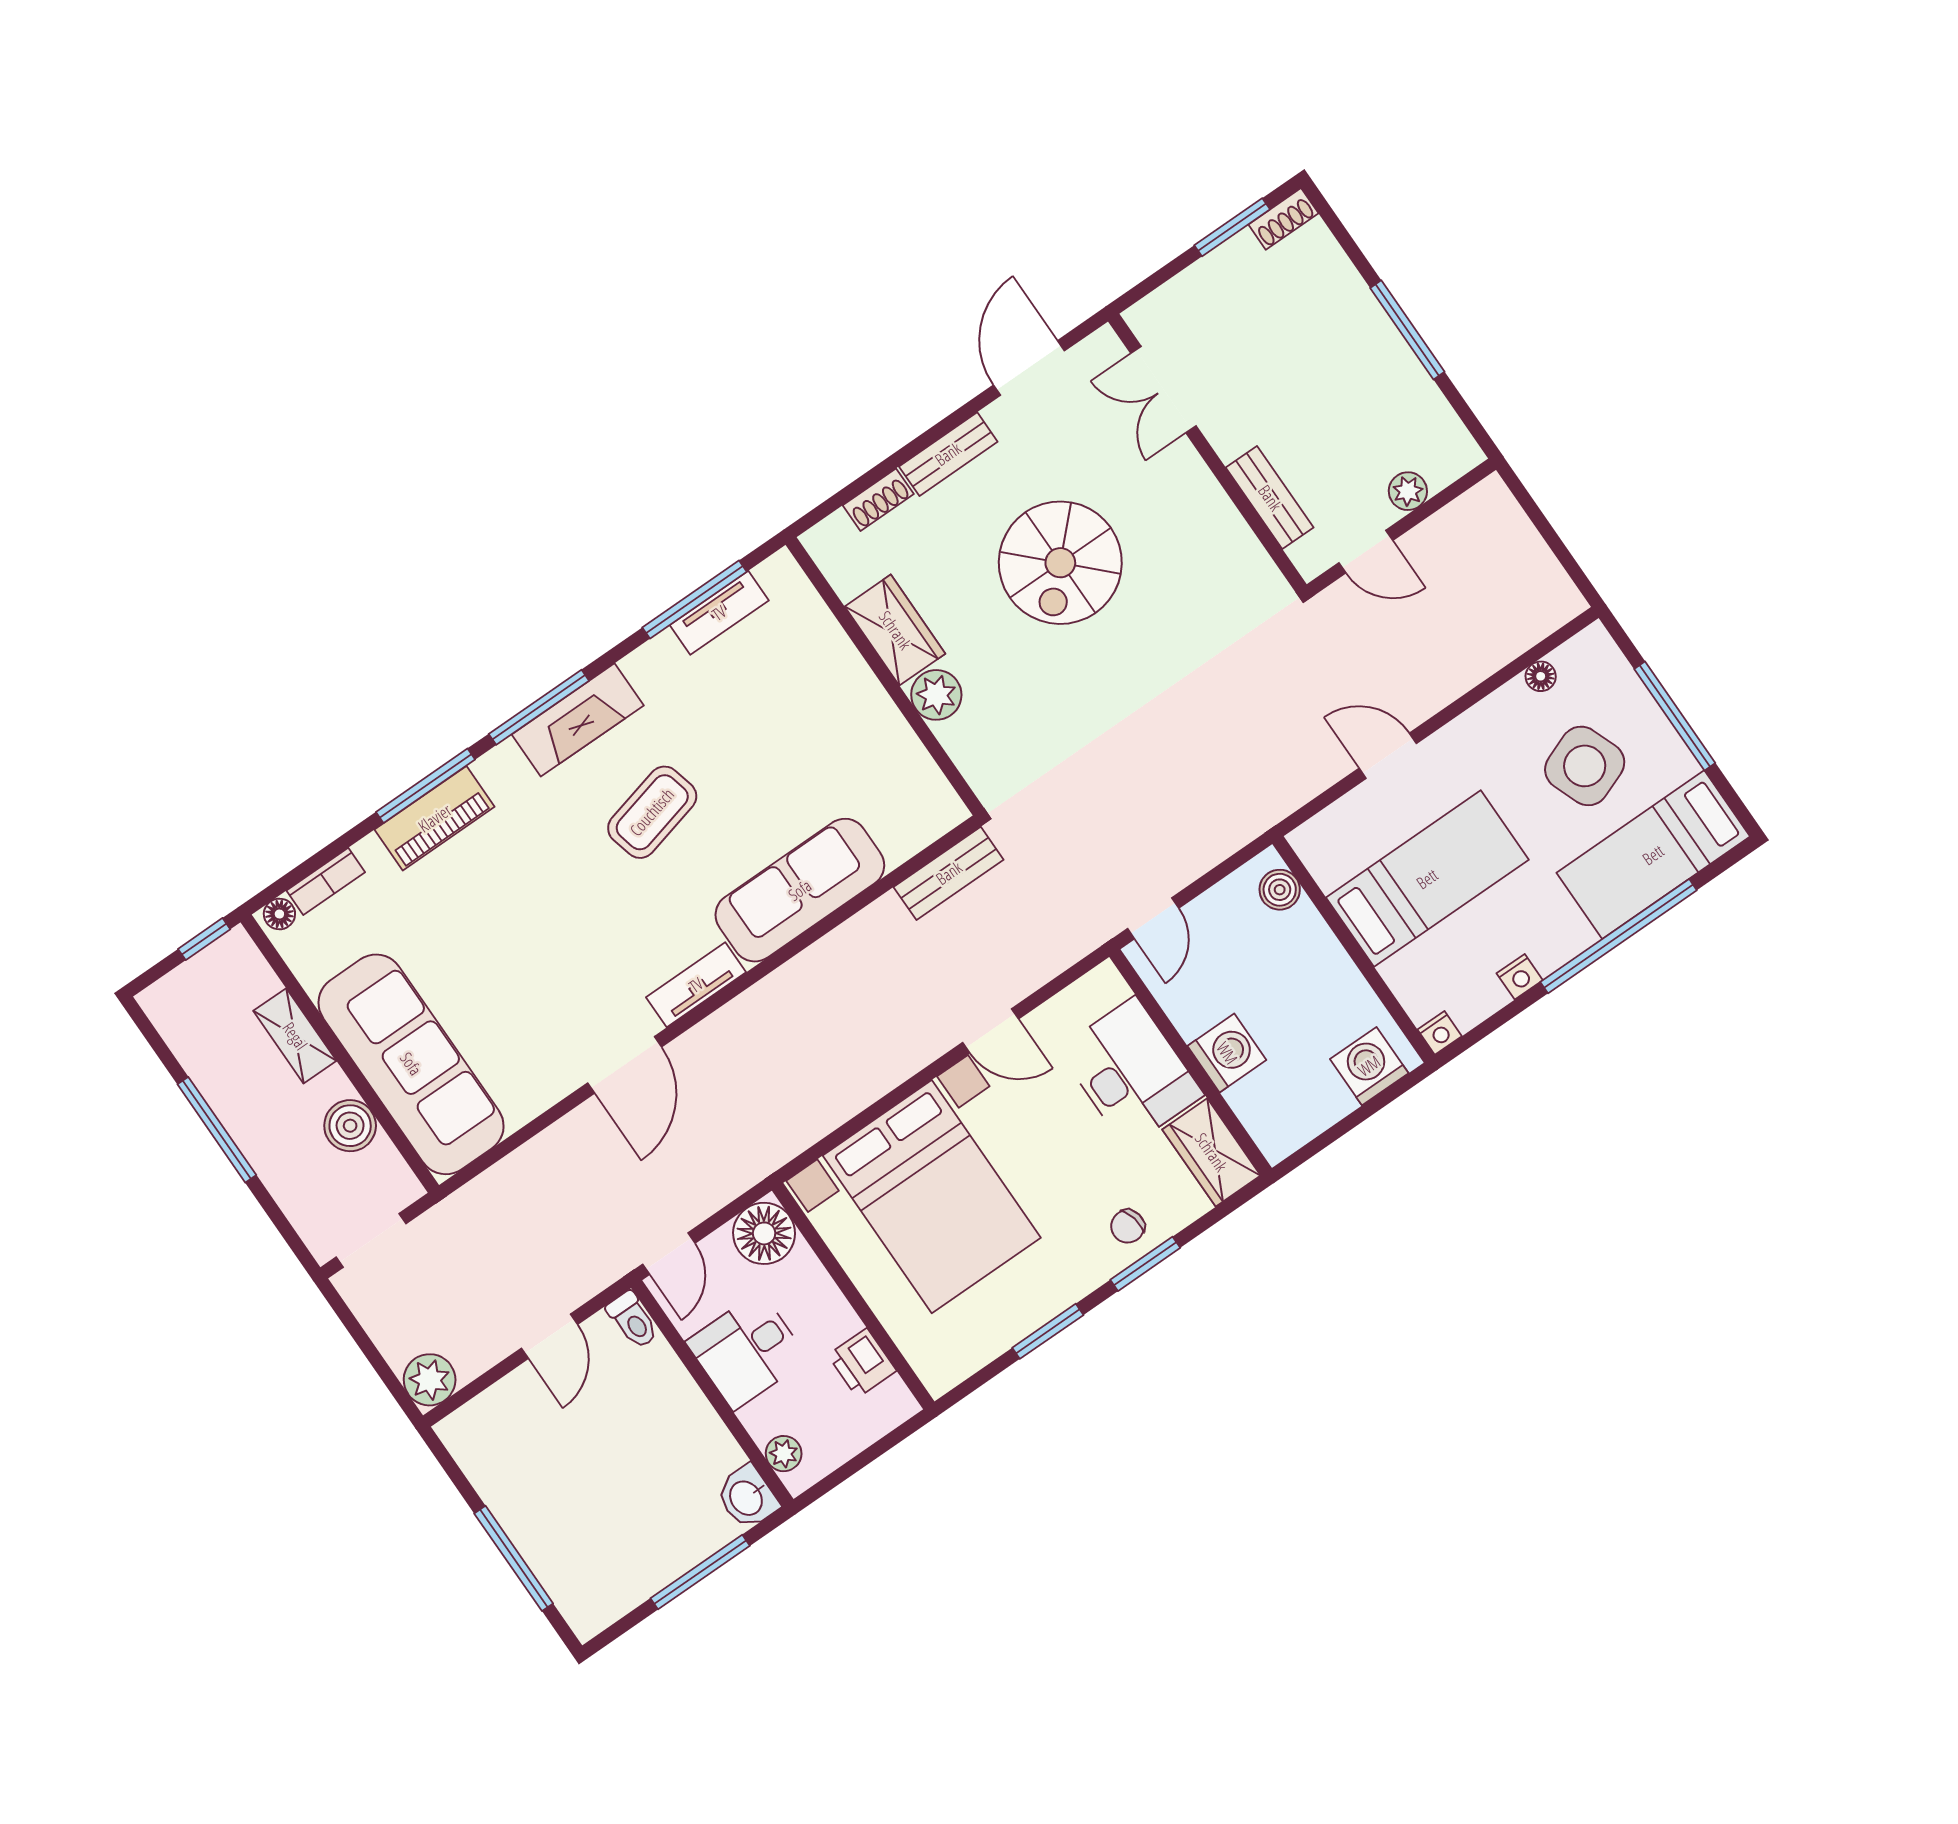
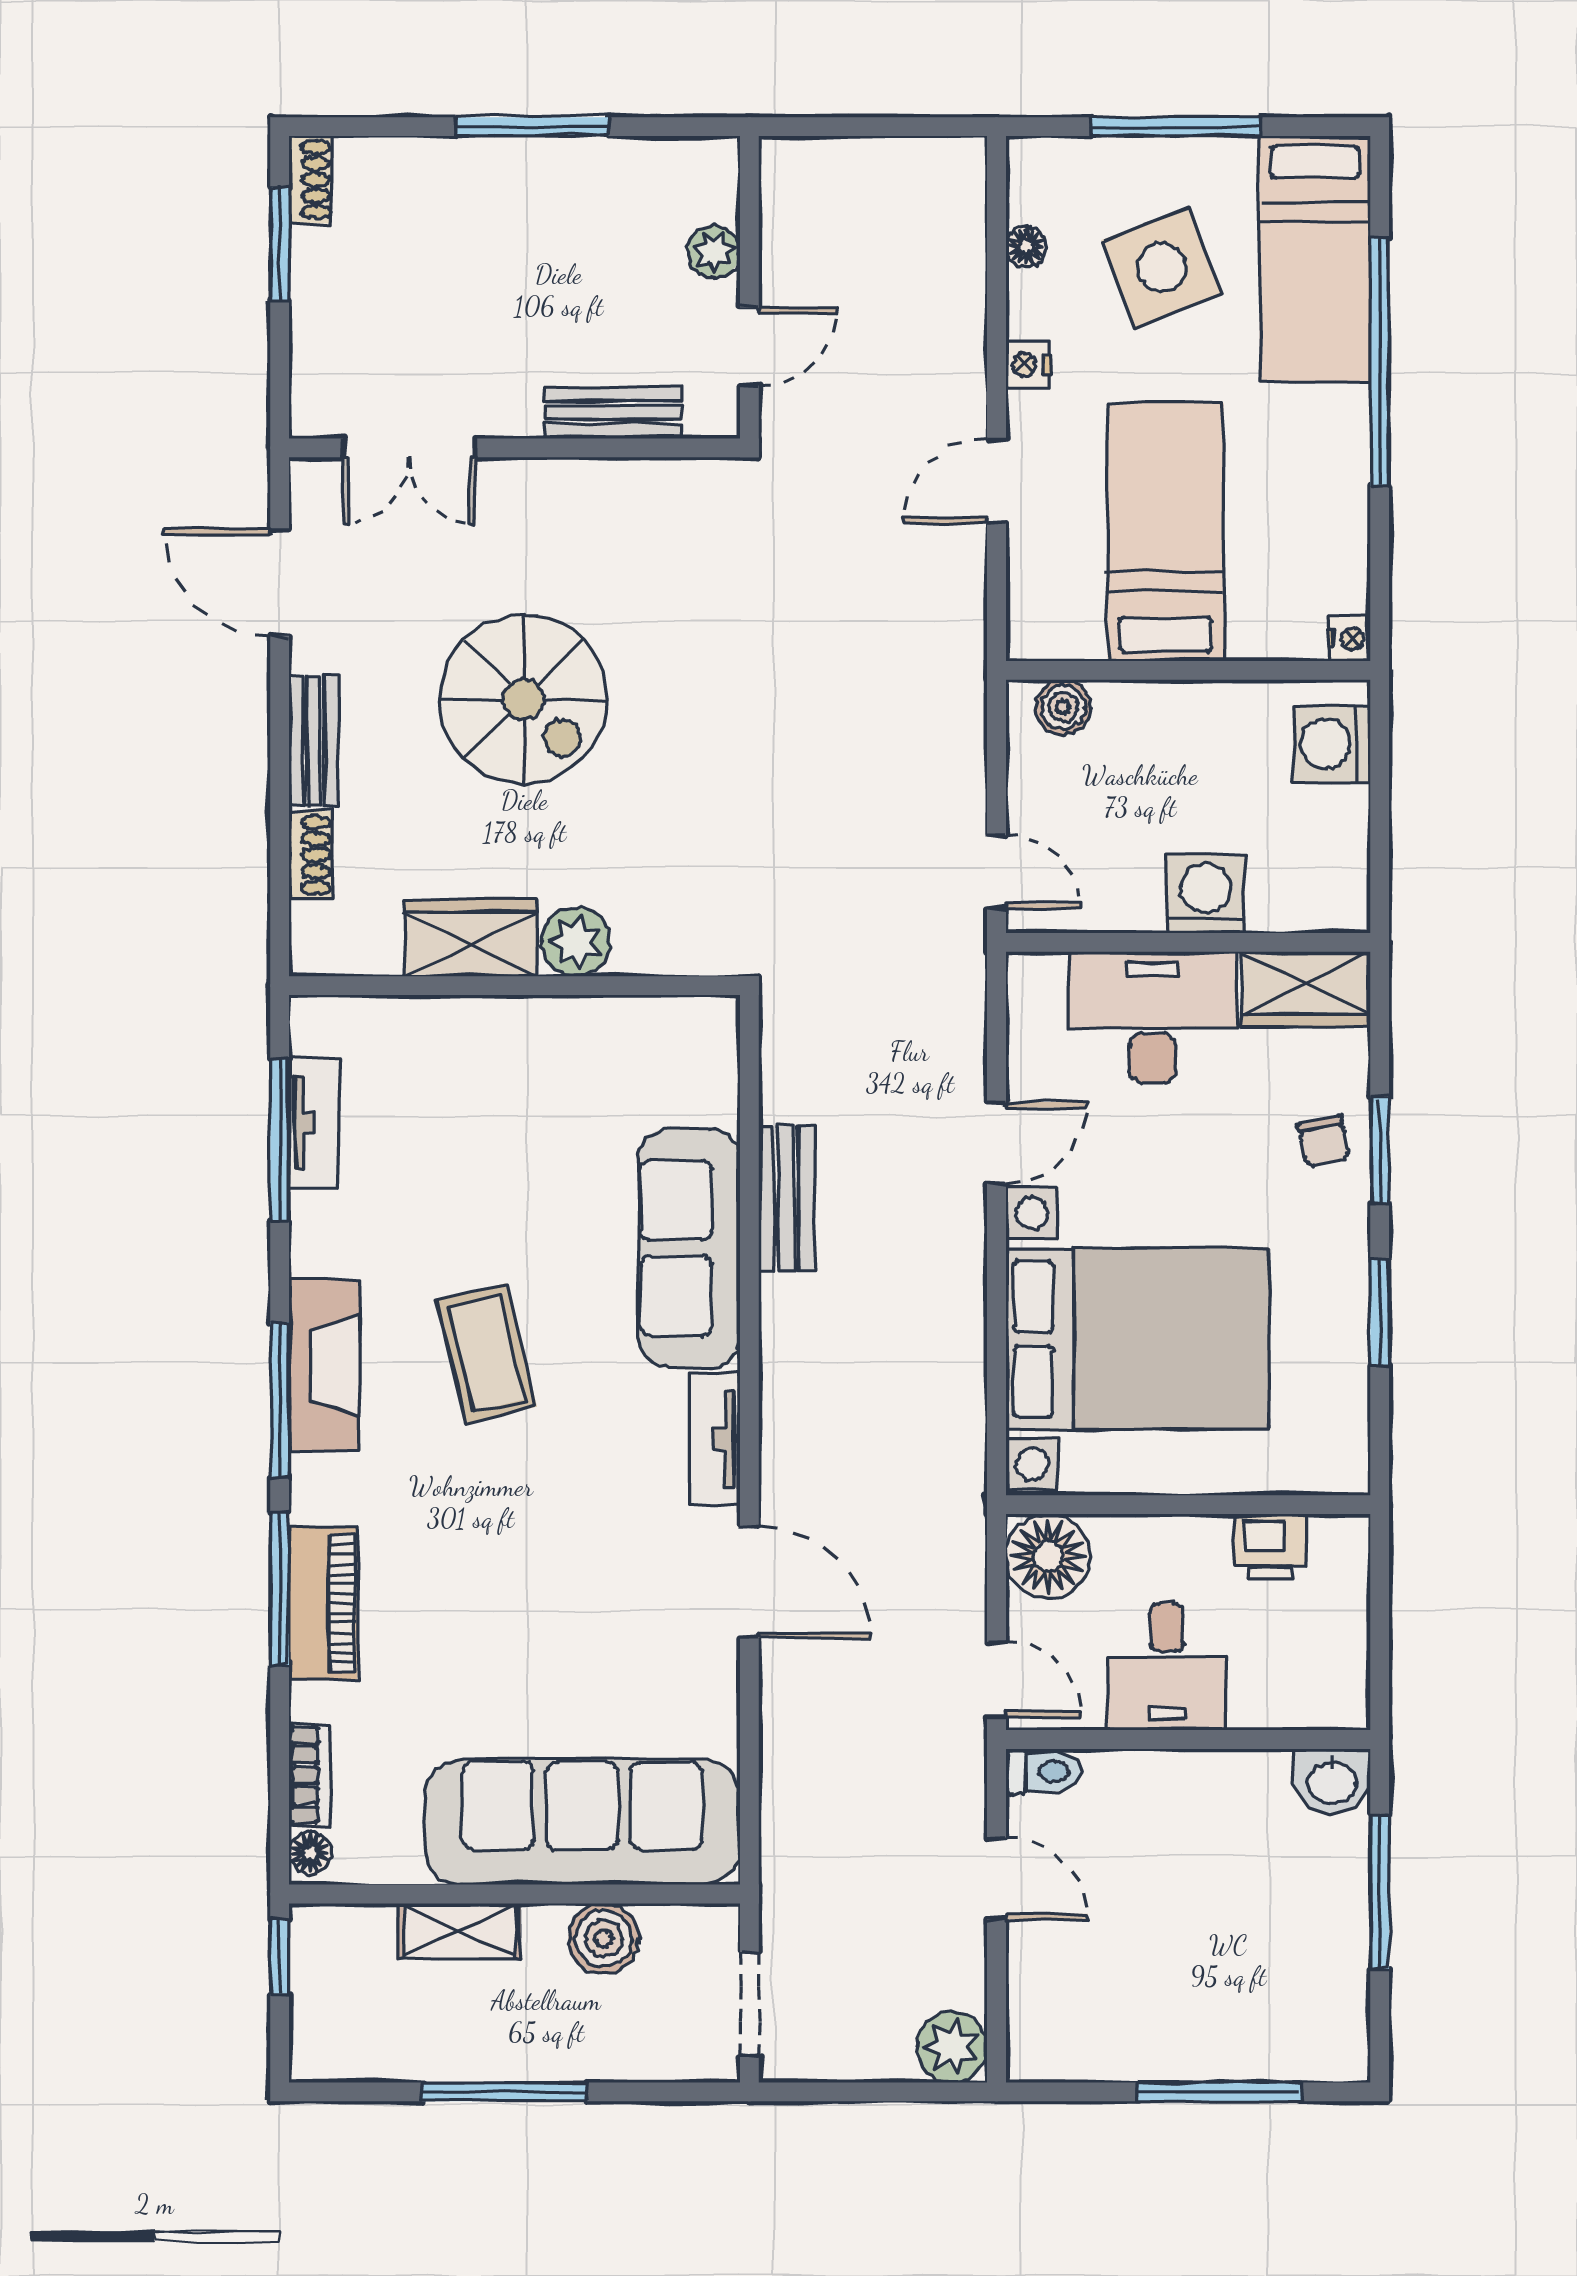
bench: (949, 873) -> (786, 1198), moved
nightstand: (1520, 977) -> (1028, 365), moved, turned 180
plant: (784, 1454) -> (1311, 1706), removed

